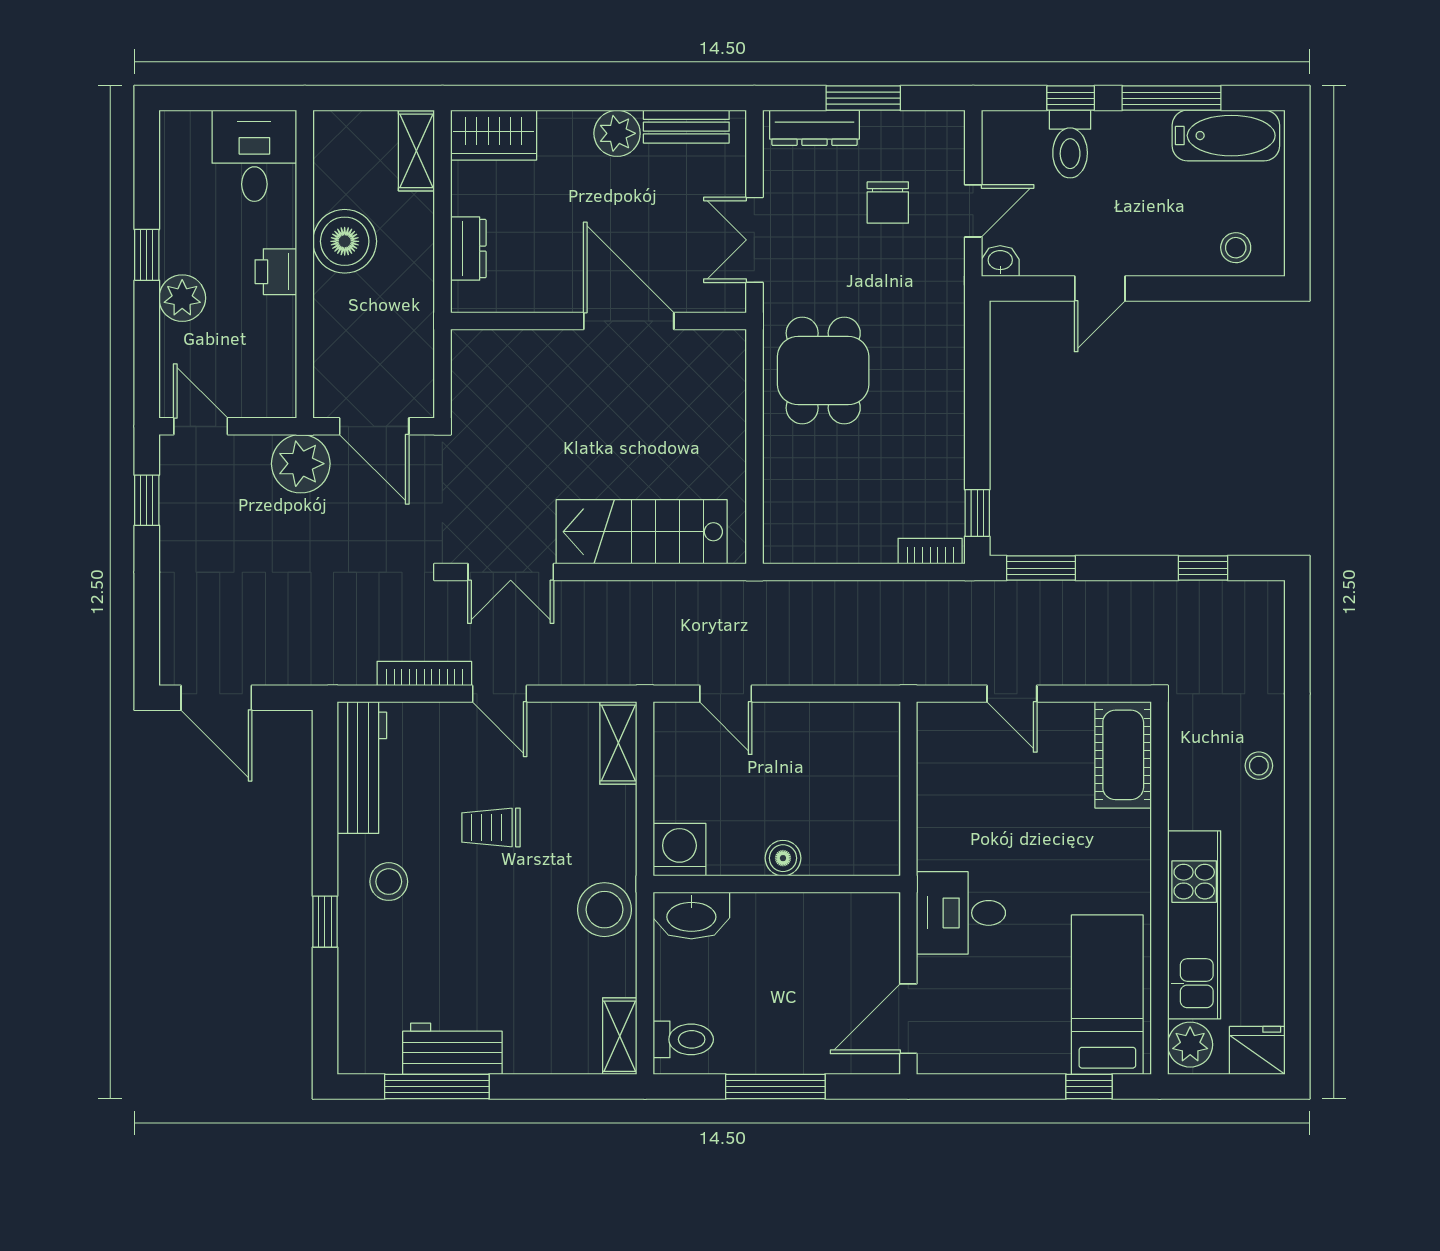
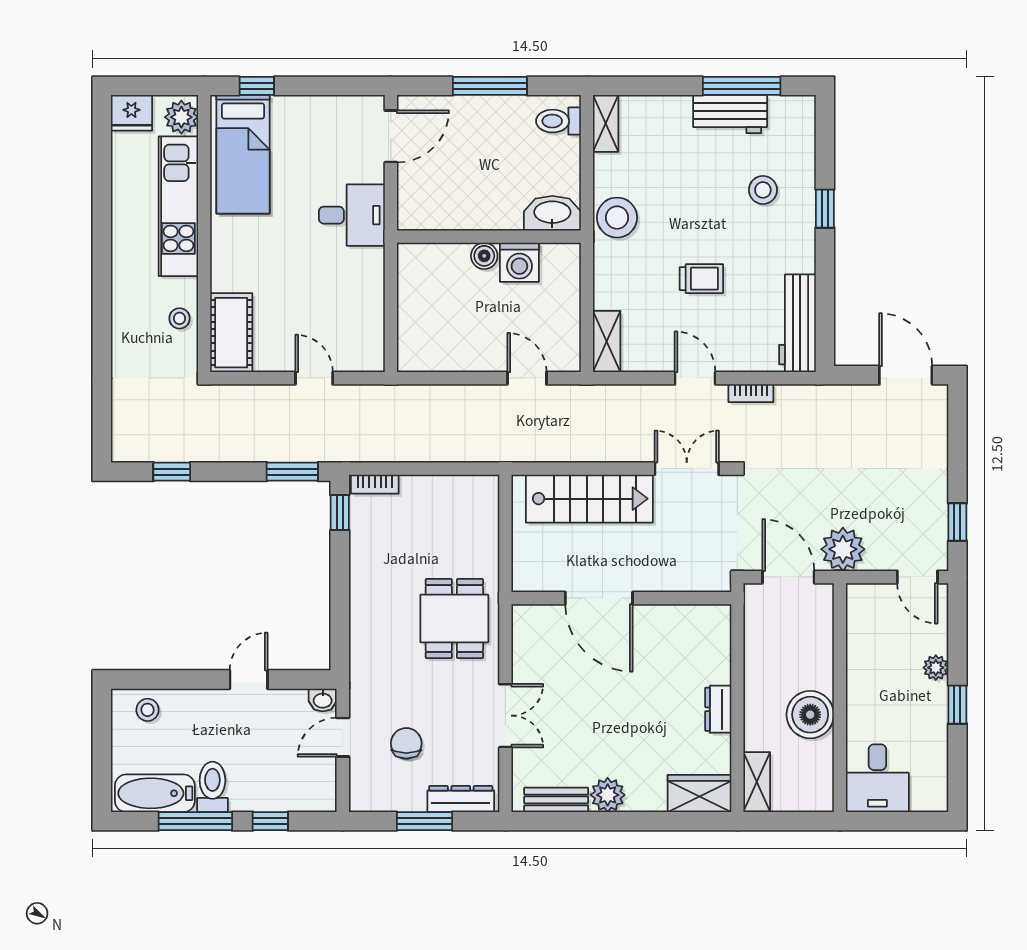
toilet: (1070, 144) -> (212, 787), moved
printer: (276, 272) -> (861, 692), removed
plant: (182, 298) -> (936, 668), width x0.73, depth x0.73
wall: (598, 321) -> (621, 598), moved
door: (629, 321) -> (599, 598), moved
bookcase: (424, 673) -> (751, 393), width x0.64
stool: (1259, 766) -> (180, 318), moved
washing machine: (679, 850) -> (519, 262), moved
stool: (389, 882) -> (763, 190), moved

